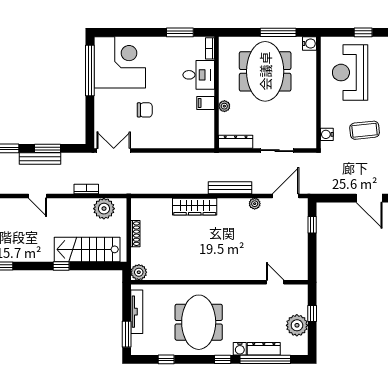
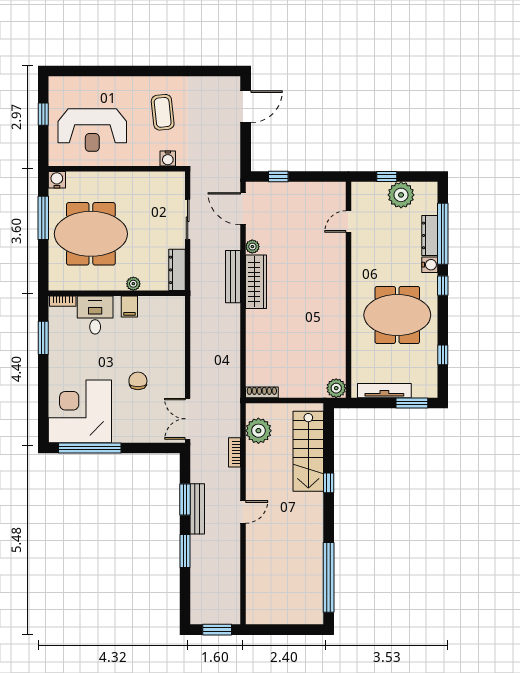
wardrobe: (195, 207) -> (256, 282), moved
shoe rack: (135, 234) -> (262, 392), moved

